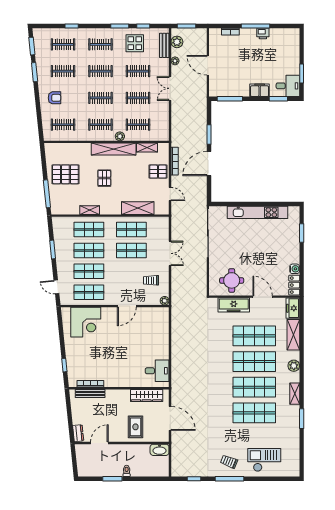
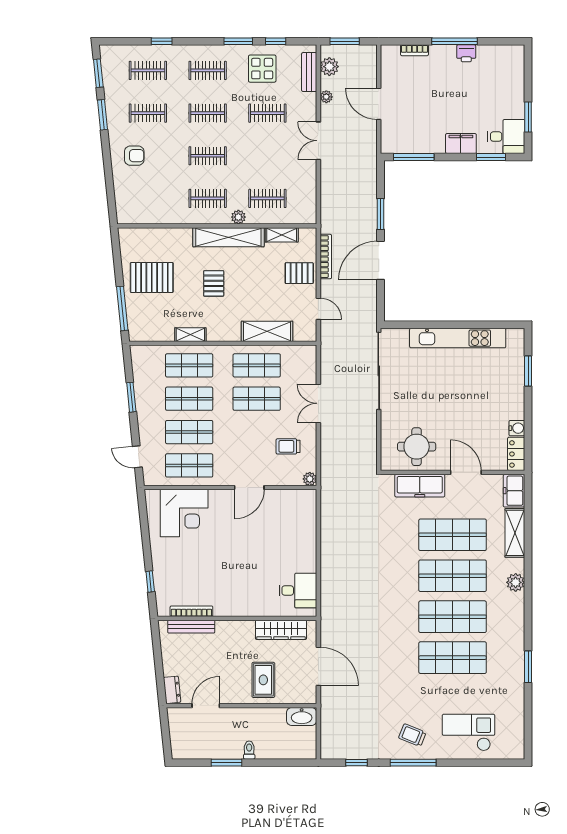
clothes rail: (138, 98) -> (267, 156), removed
clothes rail: (63, 125) -> (148, 198), removed
double door: (170, 253) -> (318, 403), swing flipped
shelving: (295, 394) -> (517, 627), removed

